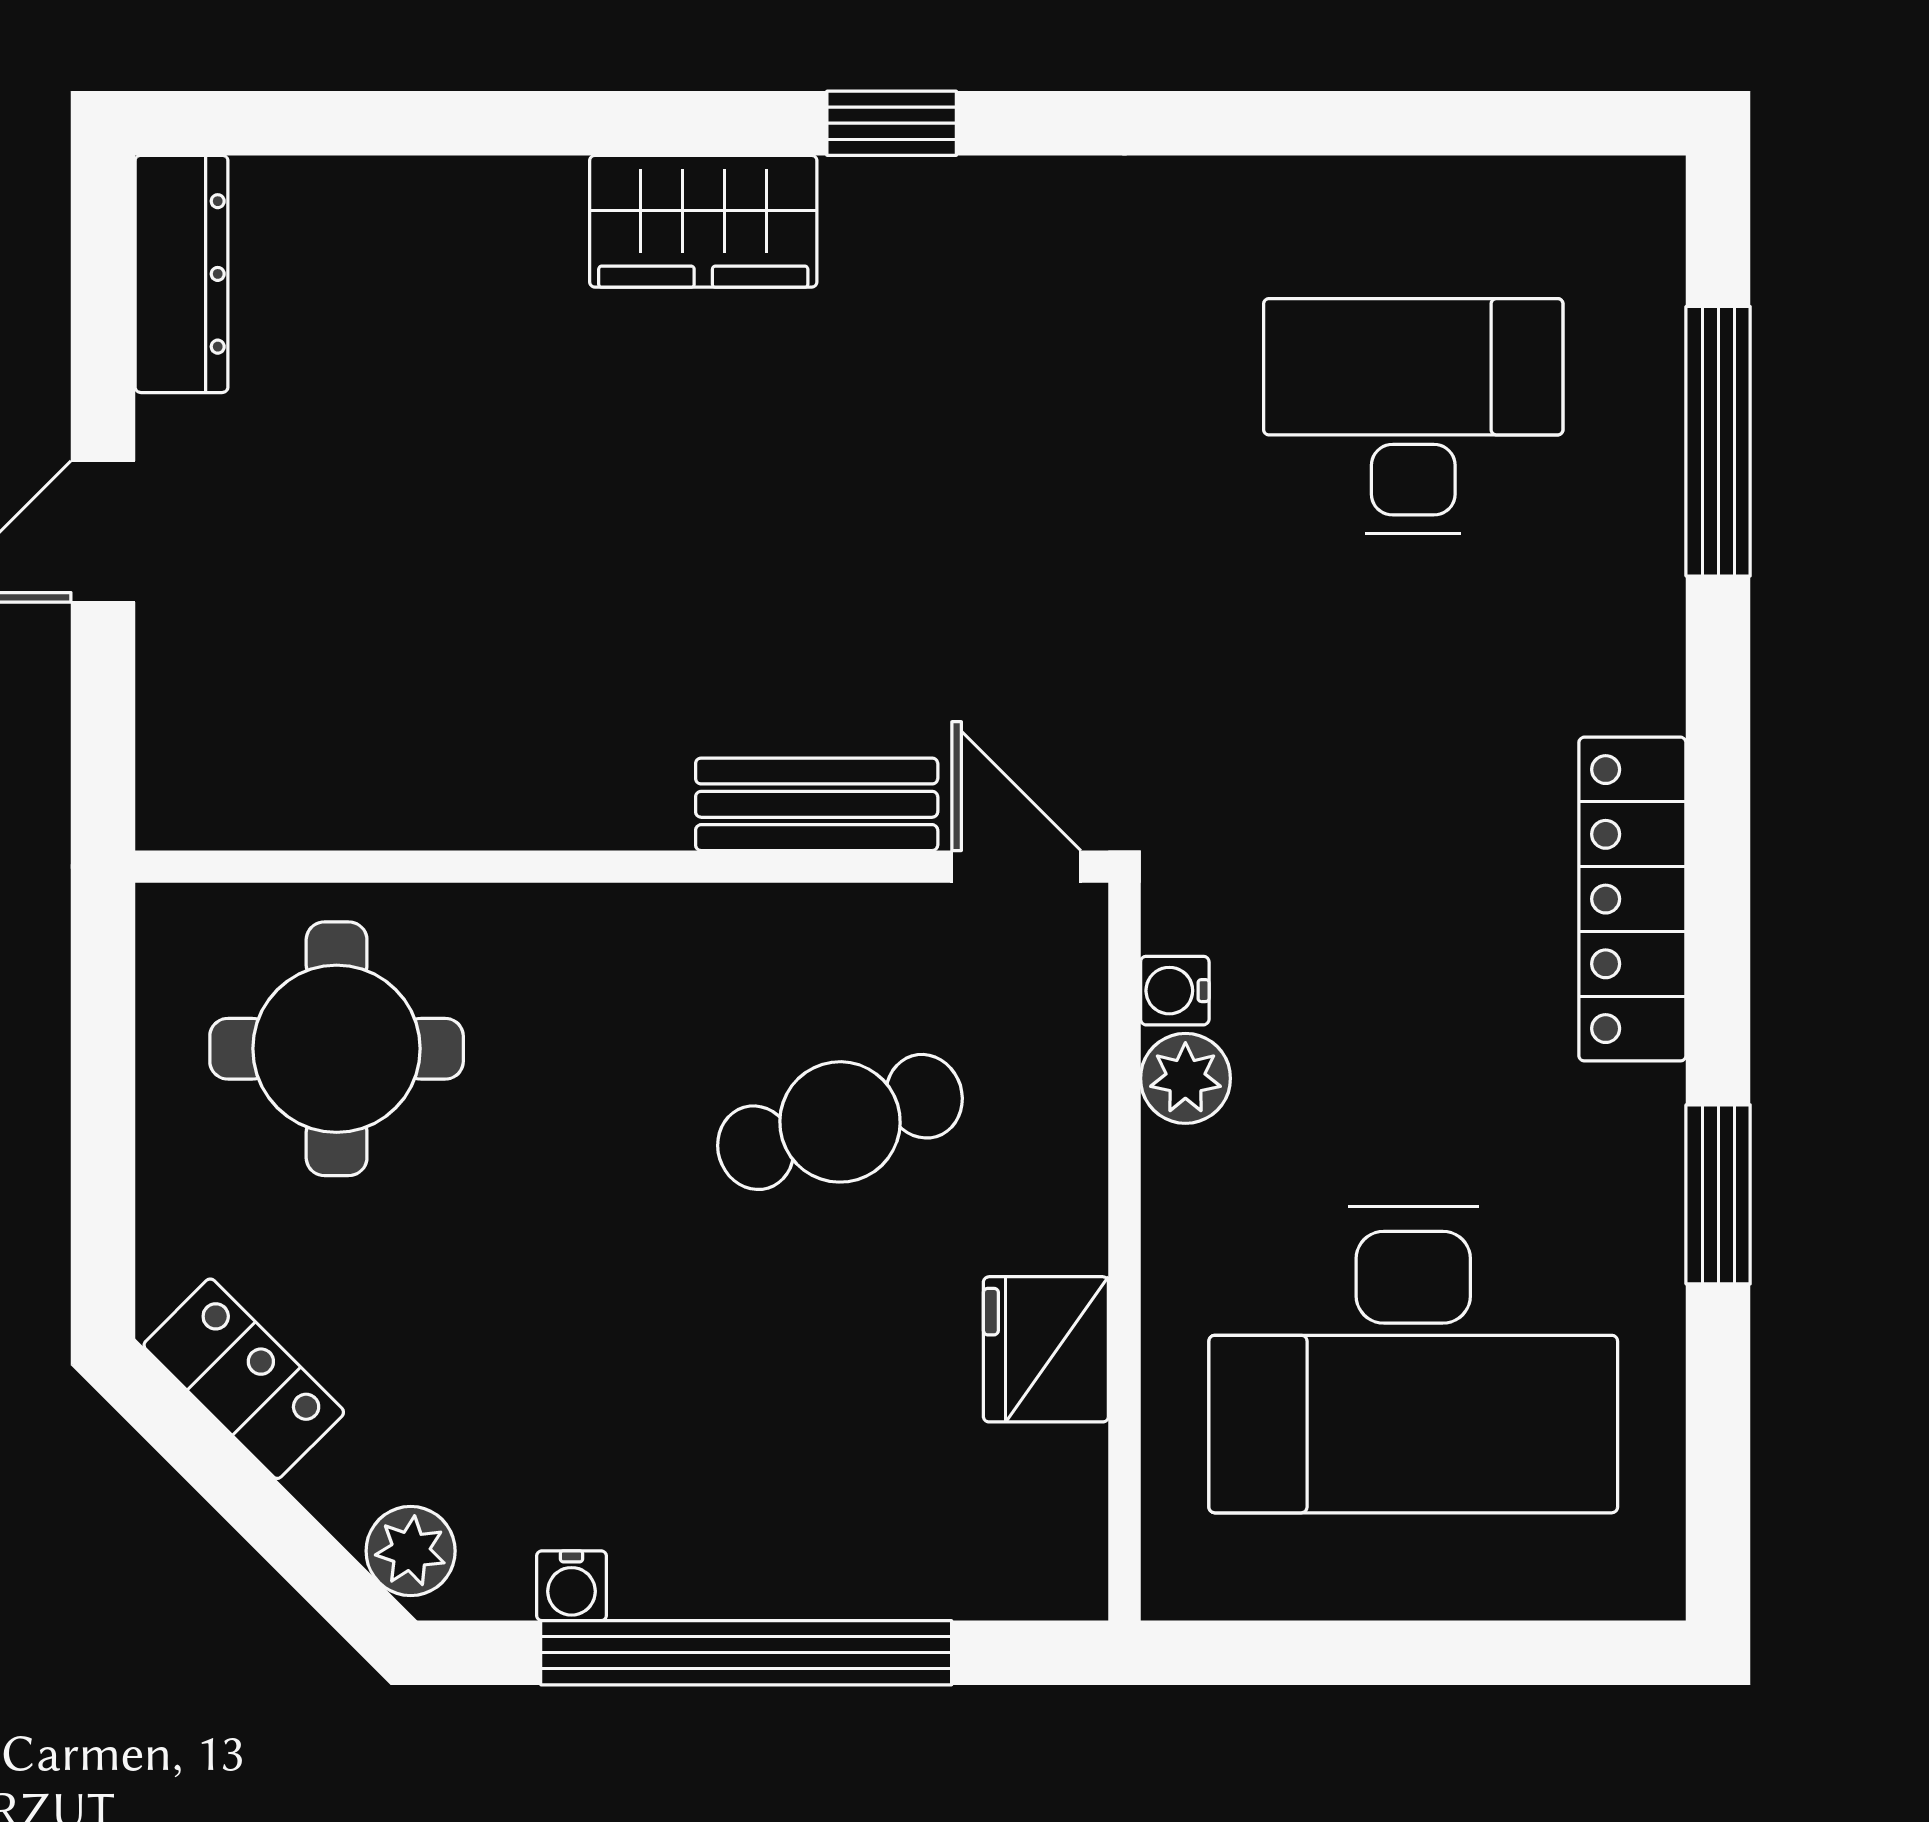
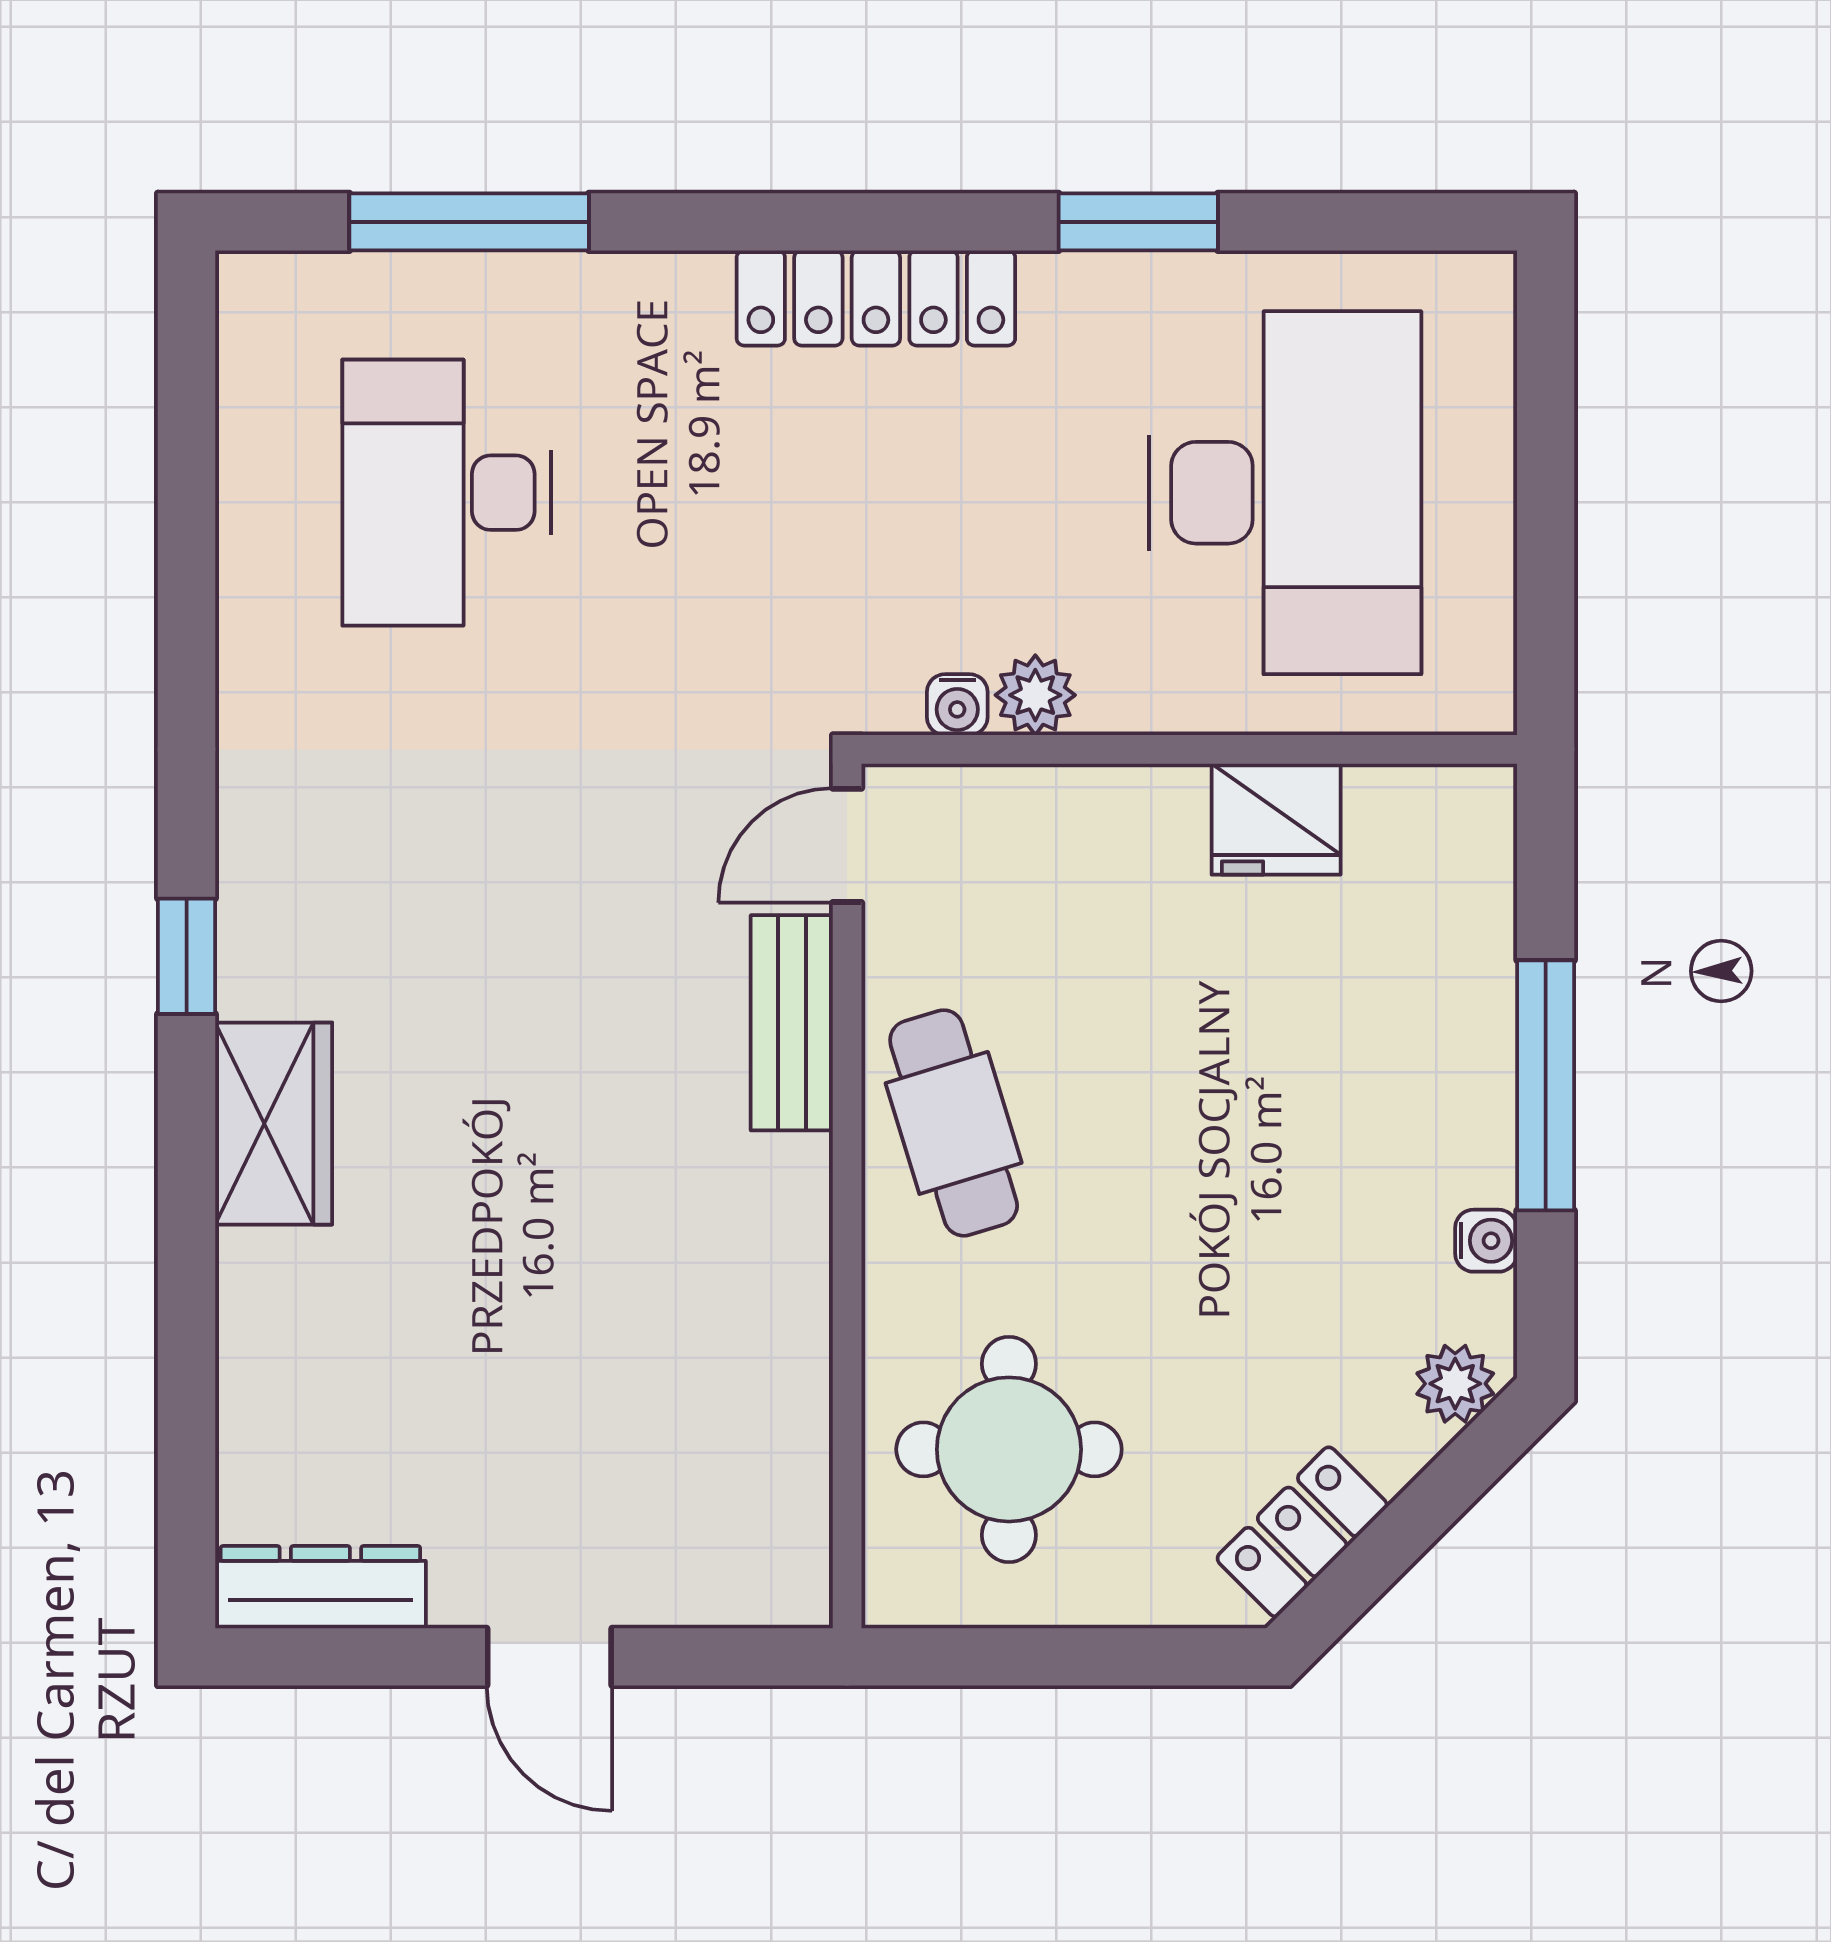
cafe table: (840, 1122) -> (954, 1123), moved
window: (746, 1653) -> (1546, 1085), width x0.68

